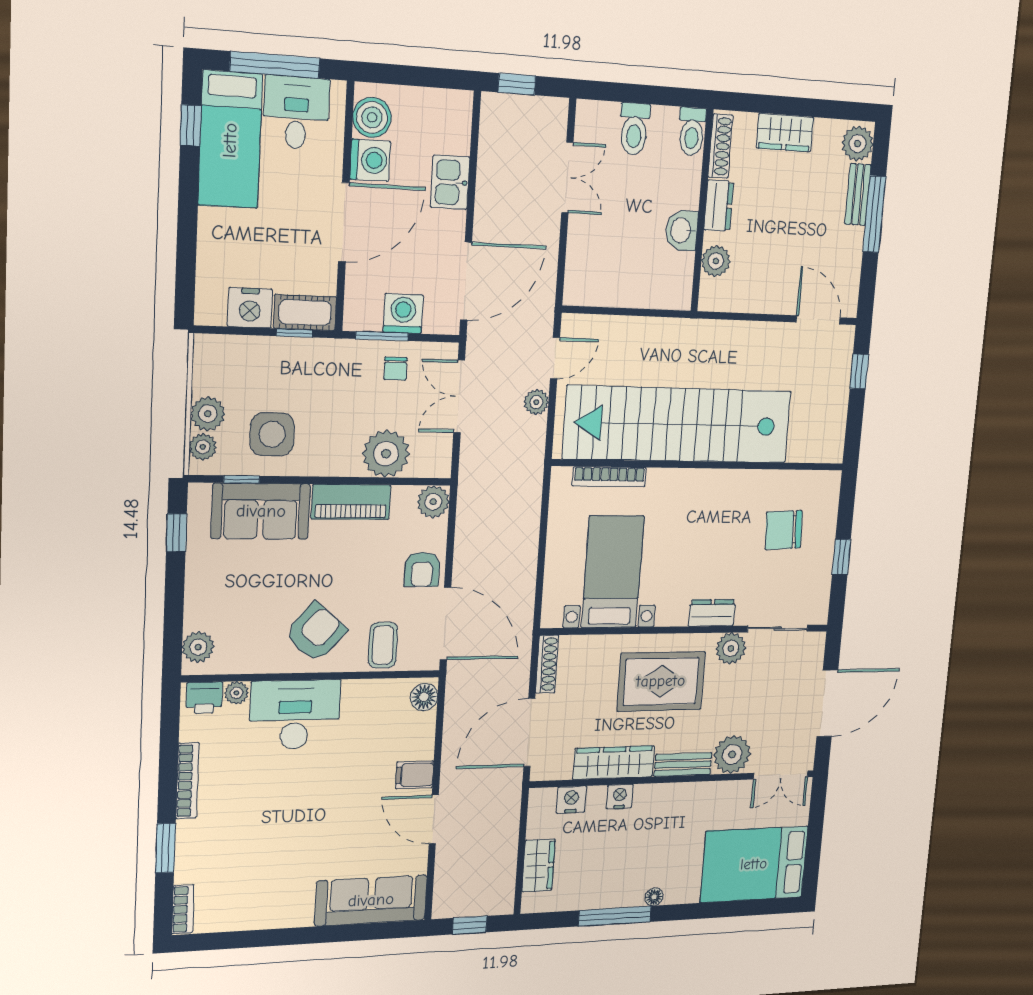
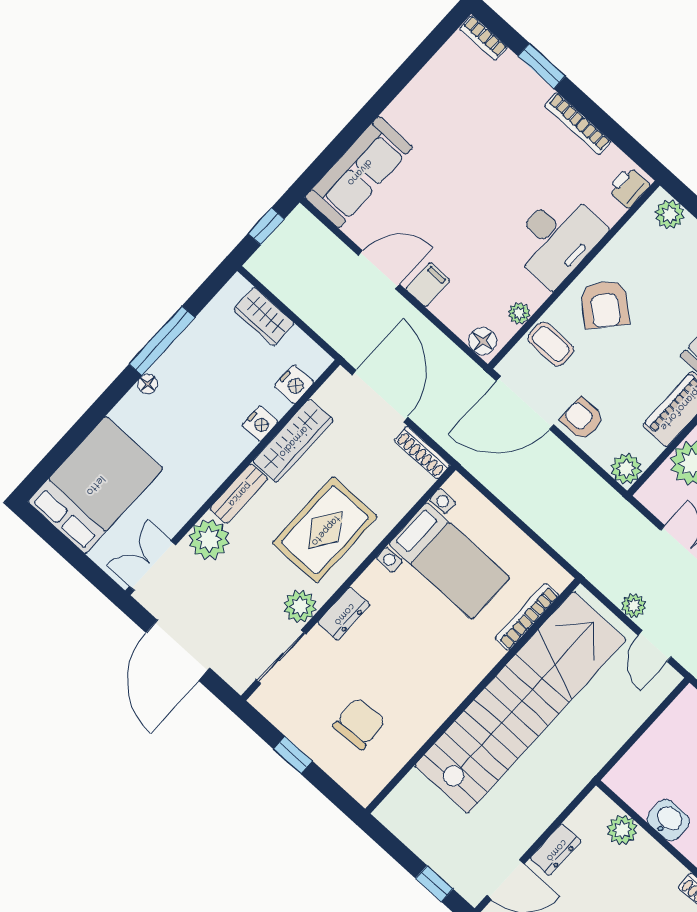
dresser: (719, 206) -> (556, 850), moved, turned -90
plant: (236, 693) -> (519, 313), moved

